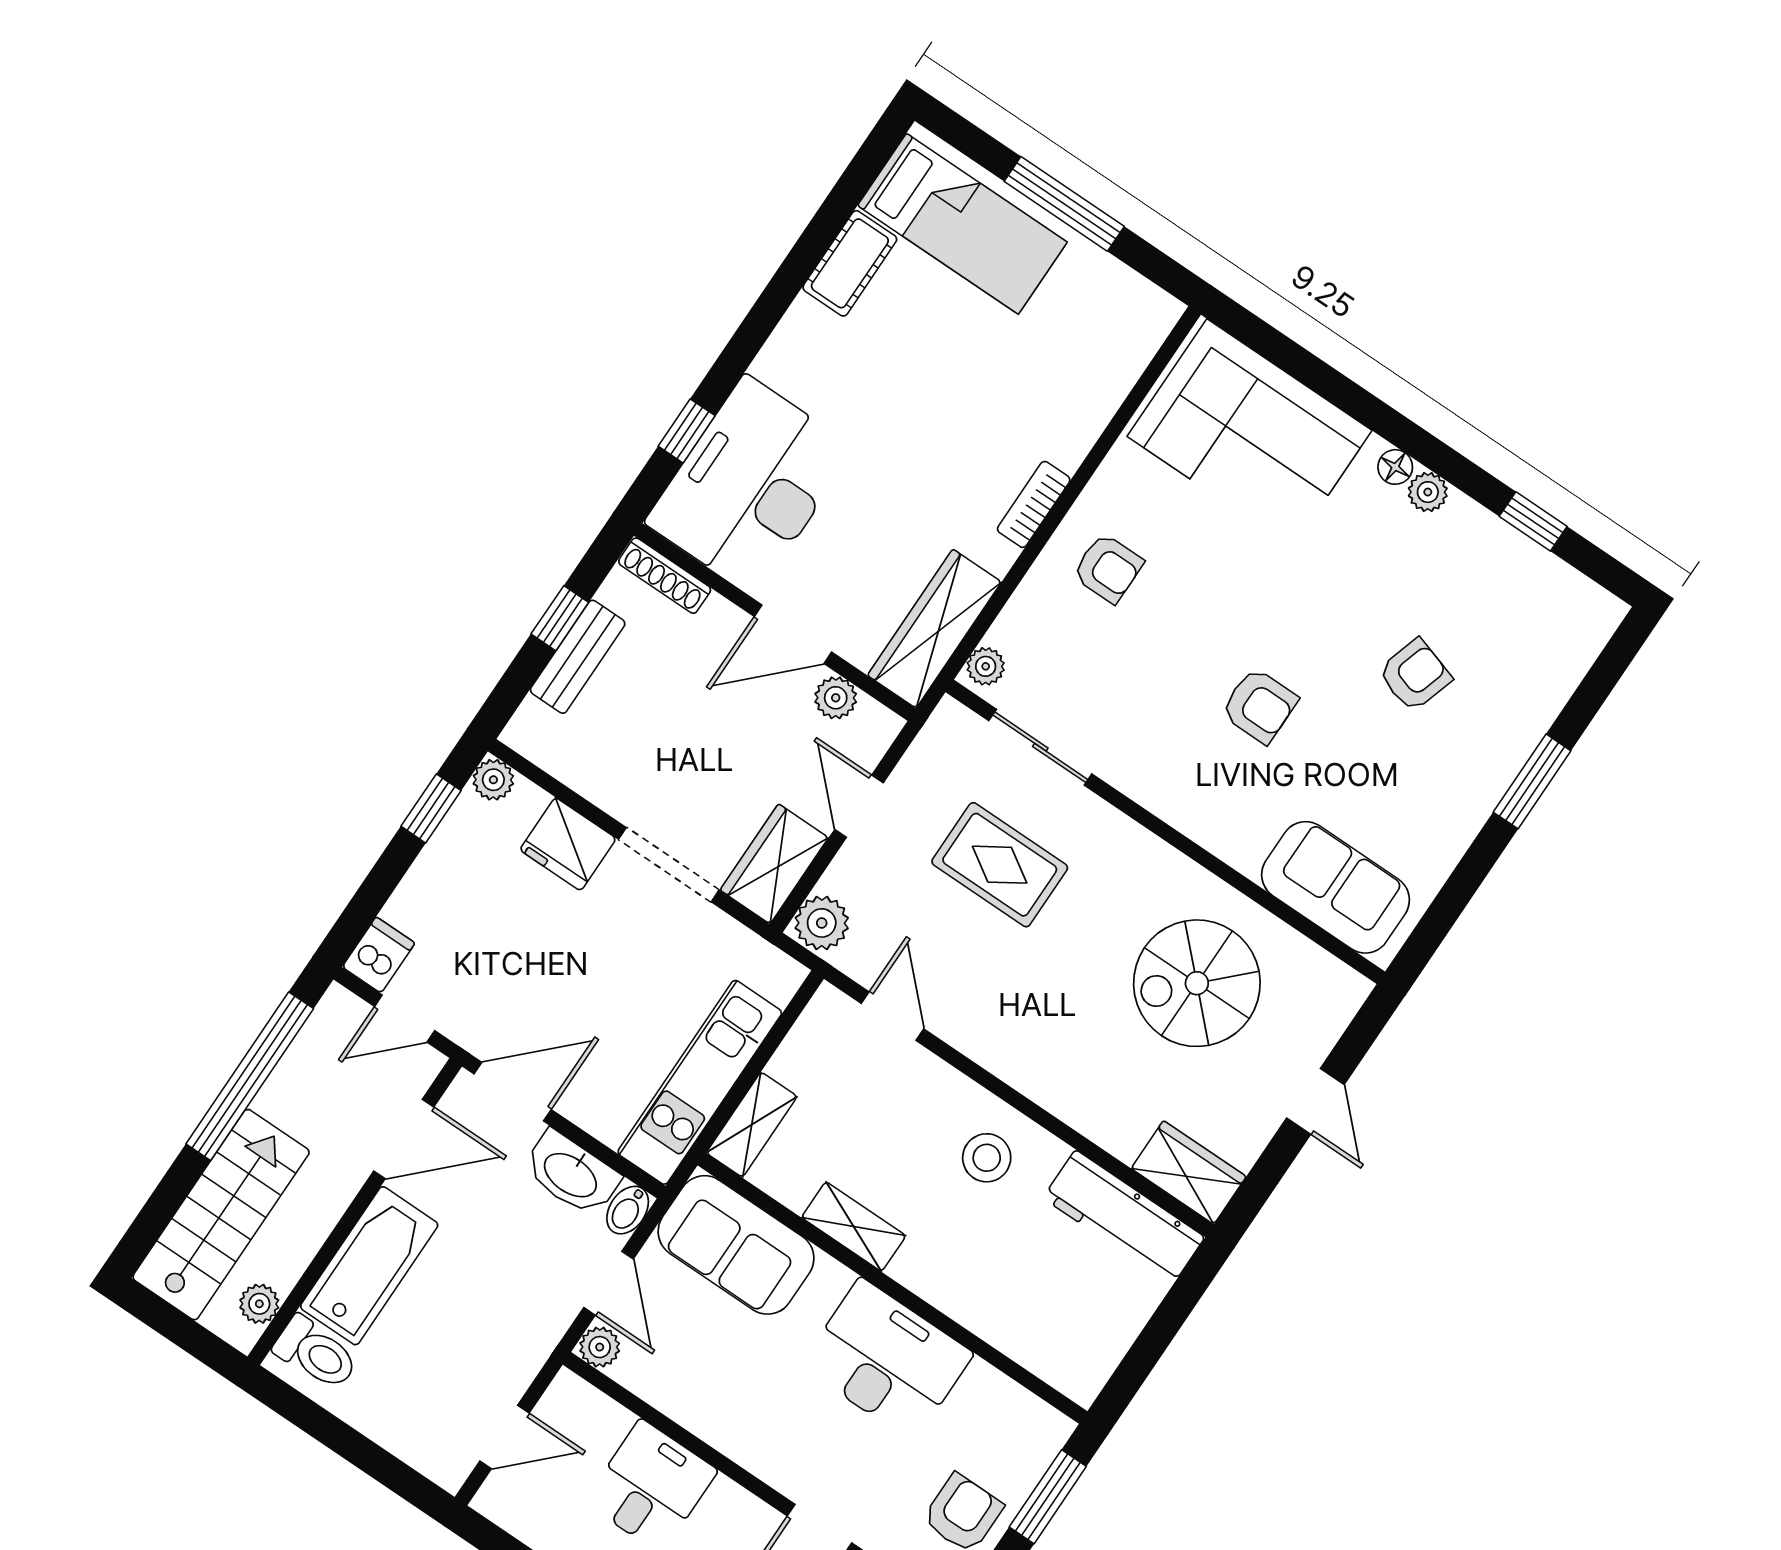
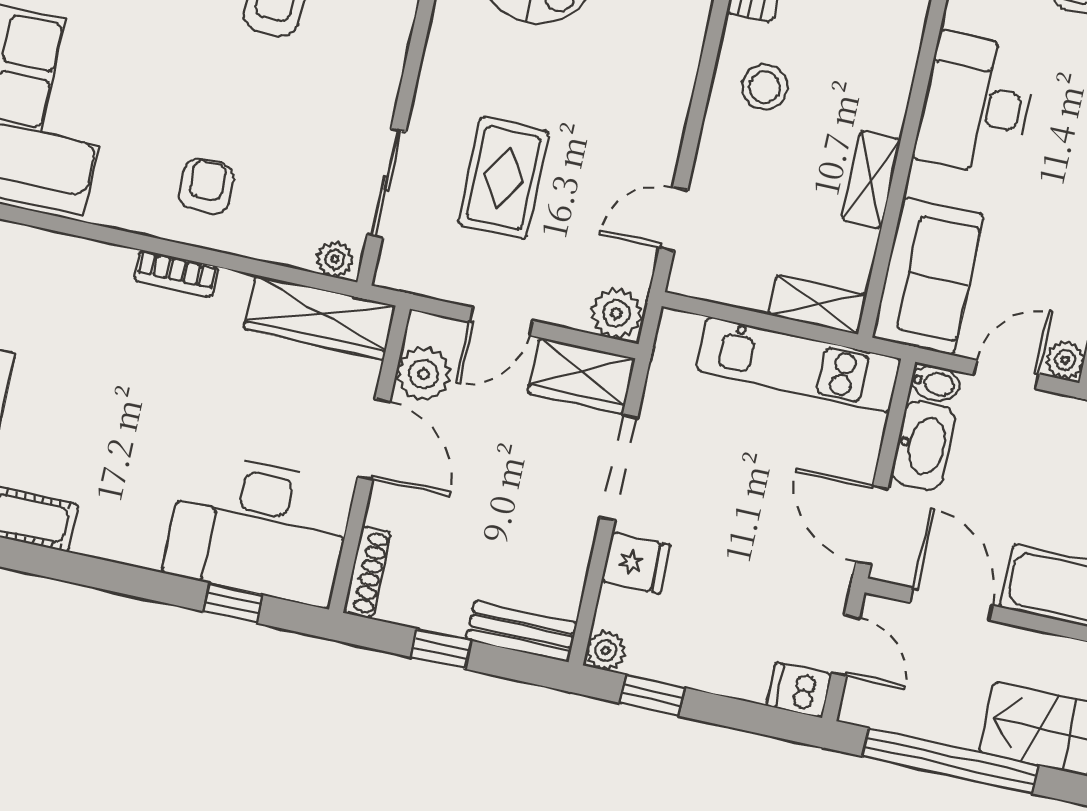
bench: (578, 657) -> (522, 631), moved
plant: (836, 698) -> (423, 374), width x1.38, depth x1.38
fridge: (568, 844) -> (636, 563), width x0.72

